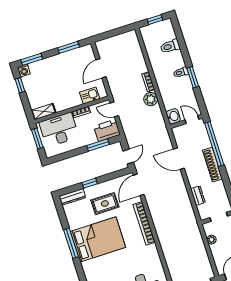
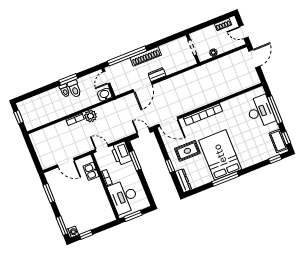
toilet: (170, 46) -> (74, 89), moved
door: (114, 109) -> (102, 148), swing flipped
shelving: (44, 112) -> (108, 212), removed
dresser: (198, 196) -> (157, 75), moved
rug: (105, 204) -> (187, 151), turned 90

